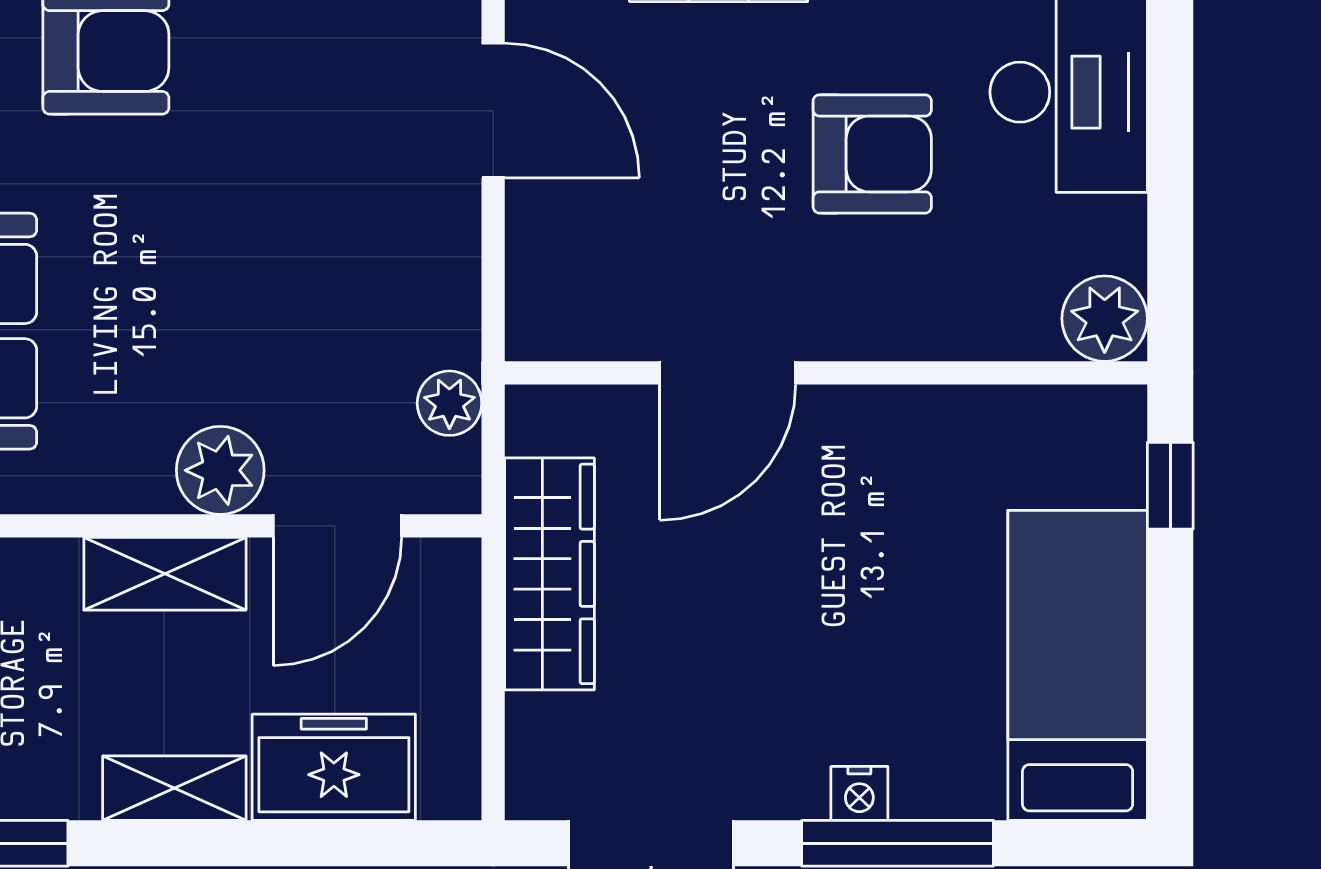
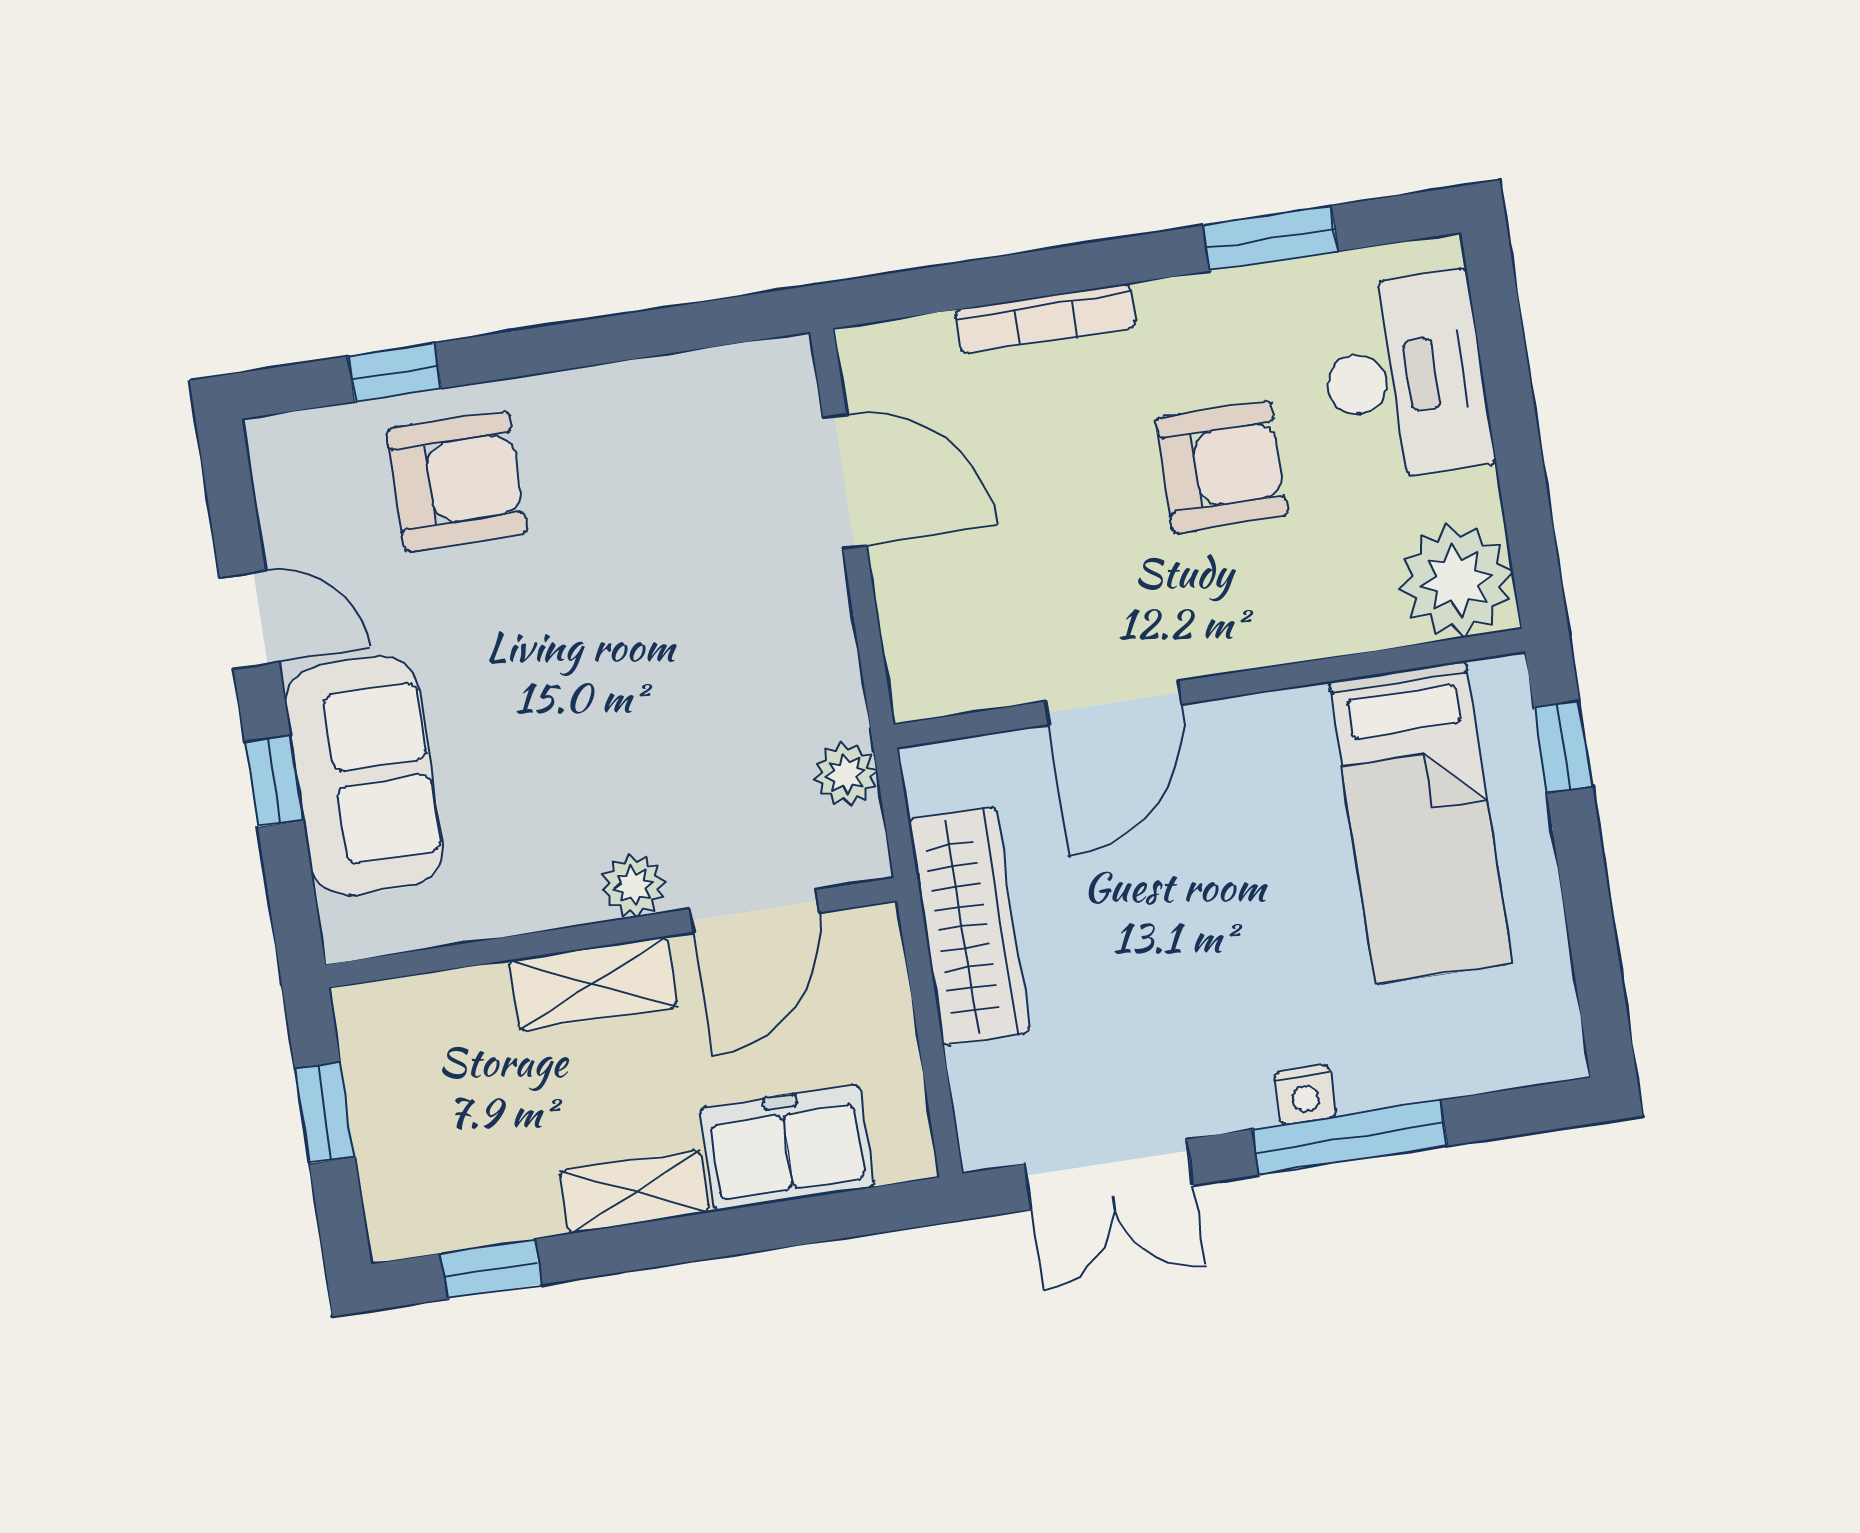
plant: (1105, 319) -> (1456, 580), width x1.36, depth x1.36
plant: (220, 470) -> (633, 886), width x0.73, depth x0.73
bed: (1078, 665) -> (1420, 822), moved, turned 180

